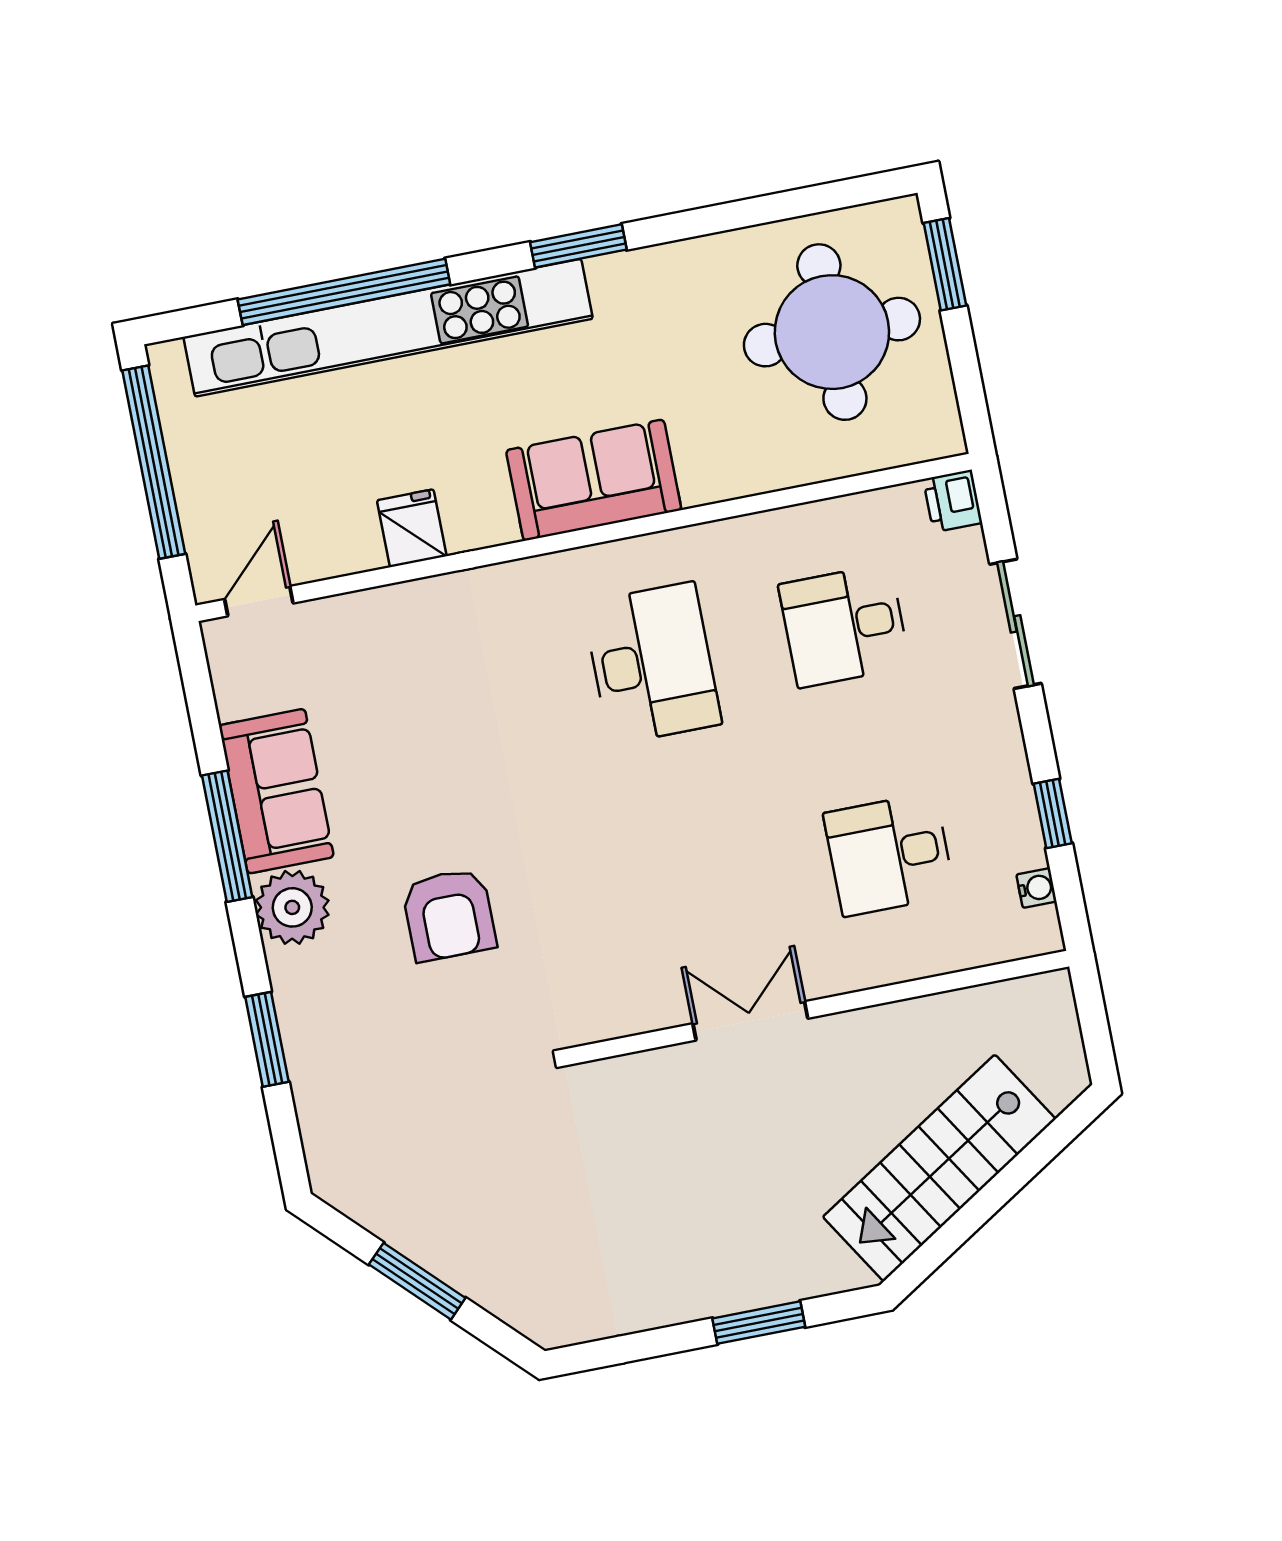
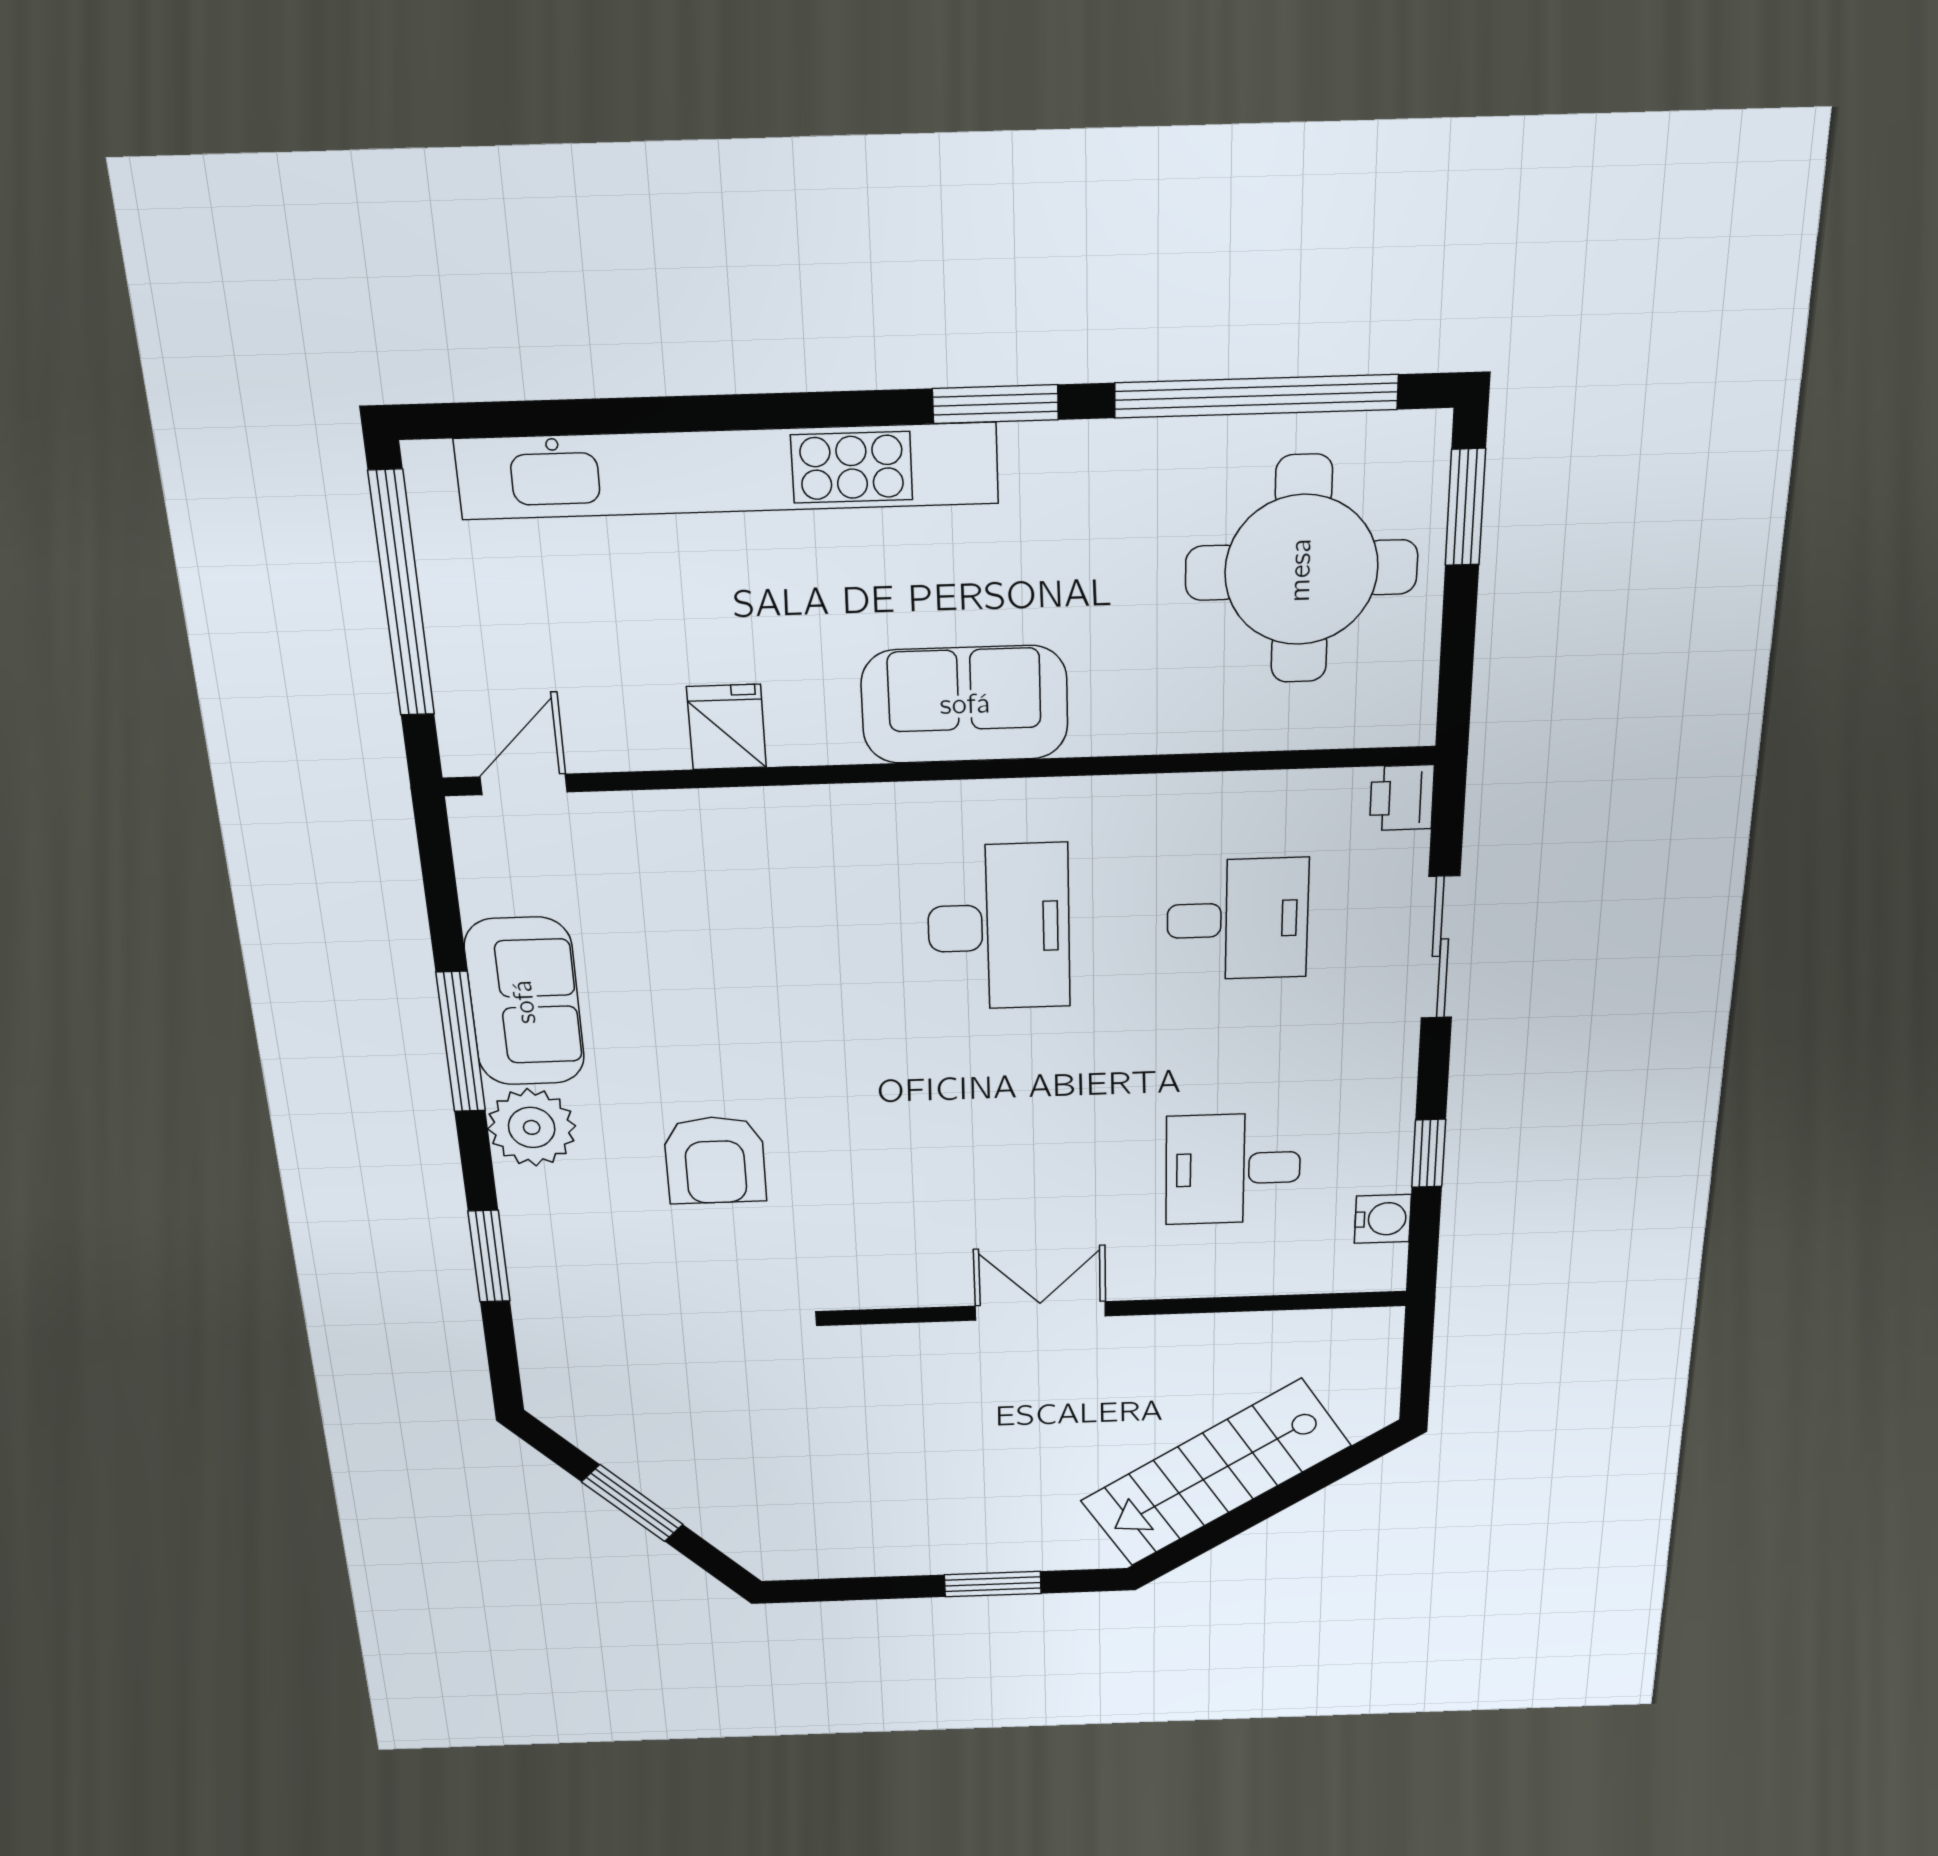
window: (344, 292) -> (1256, 396), moved
desk: (844, 626) -> (1238, 920), turned 180
water cooler: (1036, 888) -> (1383, 1219), width x1.38, depth x1.38

